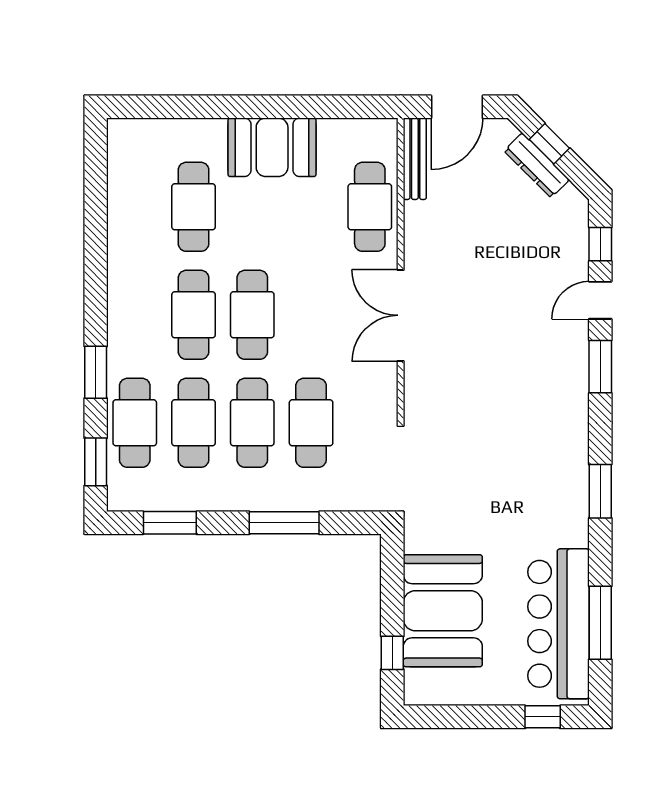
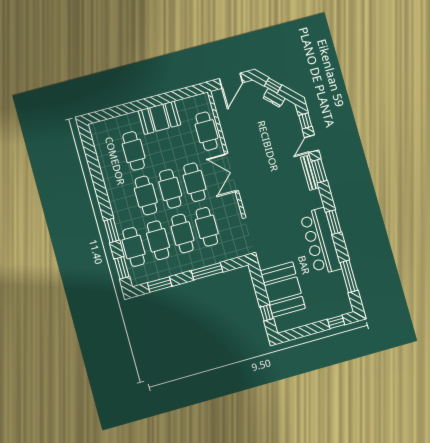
bench: (415, 159) -> (310, 173), moved
dresser: (537, 165) -> (274, 98), width x0.70
cafe table: (311, 315) -> (195, 182), added
bar counter: (559, 624) -> (321, 241), moved

